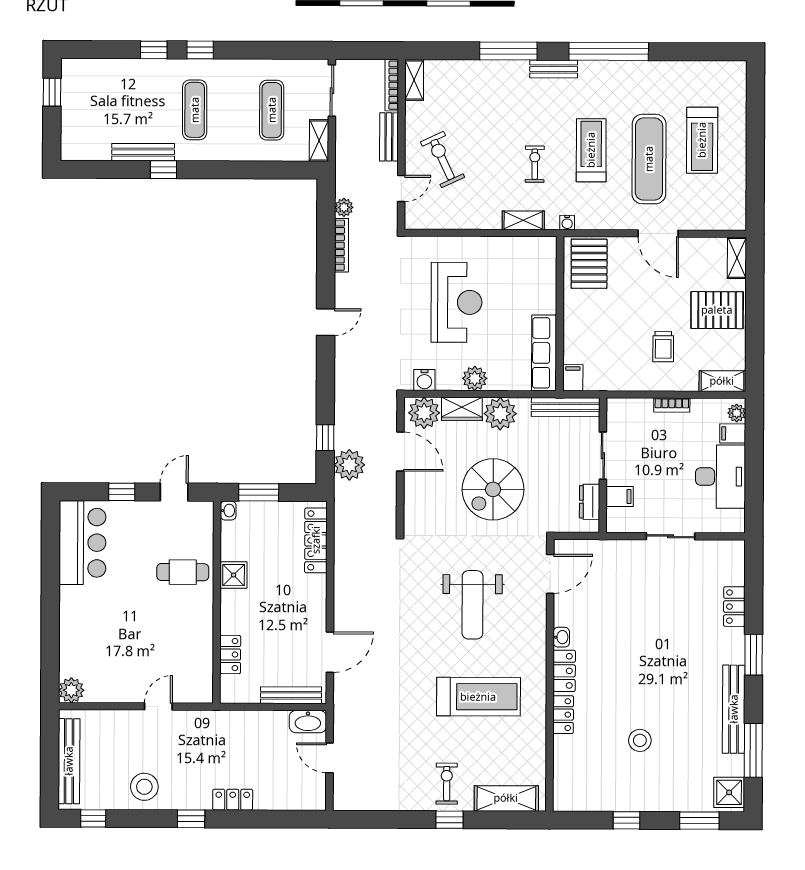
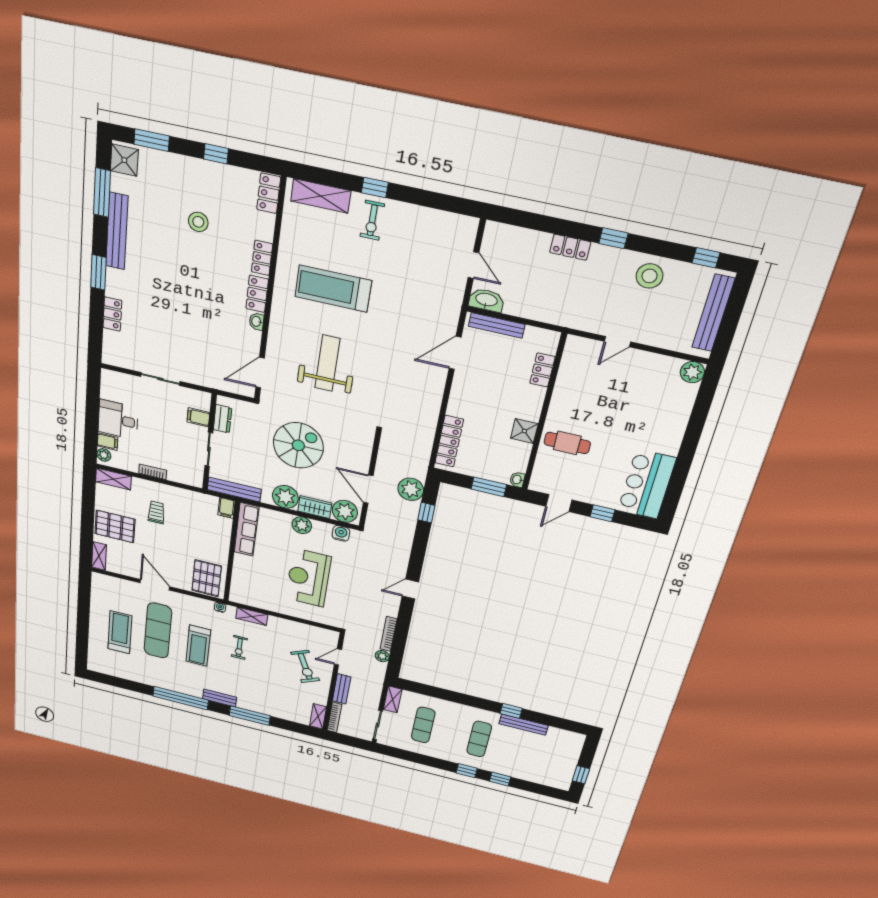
desk: (720, 477) -> (118, 420), width x0.73
locker: (564, 789) -> (269, 193), added

